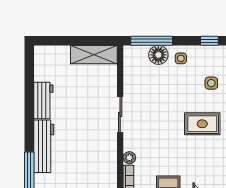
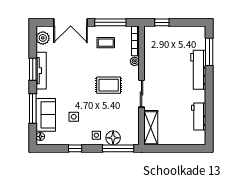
shelving: (94, 55) -> (151, 128), moved, turned 90
workbench: (43, 100) -> (199, 117), moved
rug: (202, 124) -> (109, 85), moved

